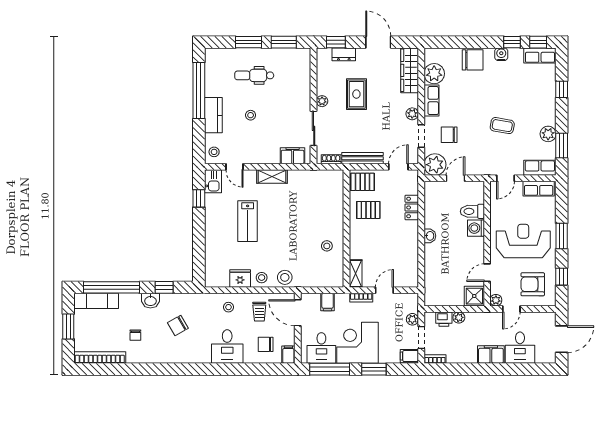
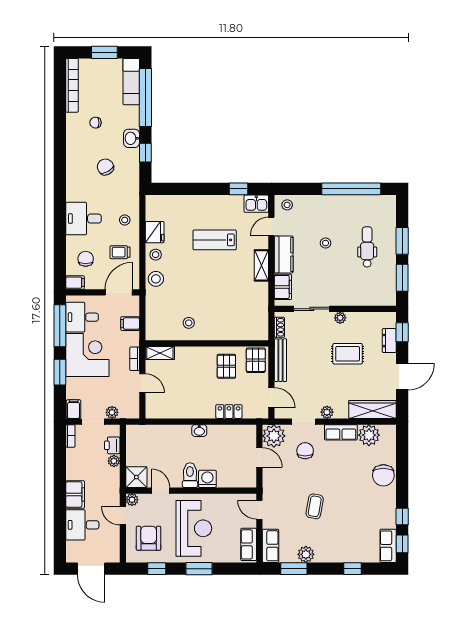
water cooler: (501, 54) -> (389, 505), removed
kitchen counter: (213, 115) -> (284, 254), moved, turned -90
toilet: (472, 211) -> (190, 475), moved

